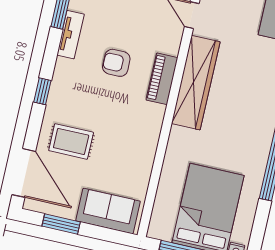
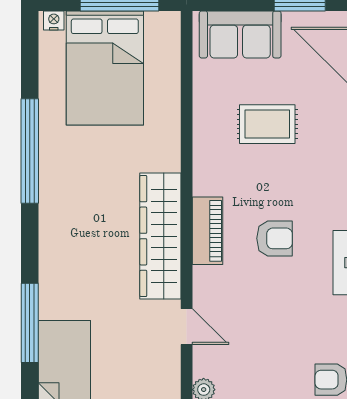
rug: (71, 141) -> (267, 124), moved

